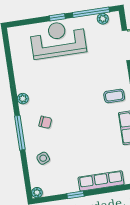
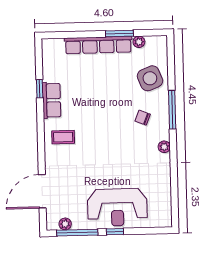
side table: (43, 158) -> (150, 78), width x1.87, depth x1.87
row of seats: (101, 181) -> (98, 45), width x1.36
plant: (37, 193) -> (139, 42), moved
window: (75, 195) -> (119, 33), width x1.50

